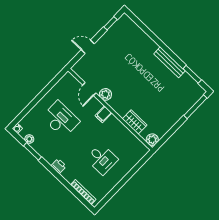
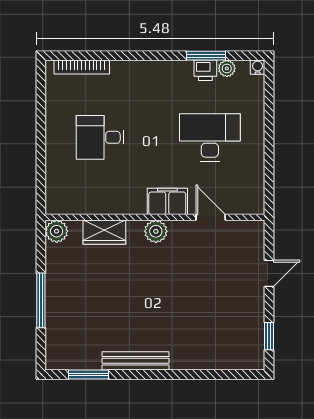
plant: (105, 94) -> (156, 231), moved
window: (195, 107) -> (41, 300), moved
filing cabinet: (104, 114) -> (167, 201), width x2.00
desk: (61, 119) -> (210, 137), turned 180
printer: (59, 166) -> (205, 70), moved

